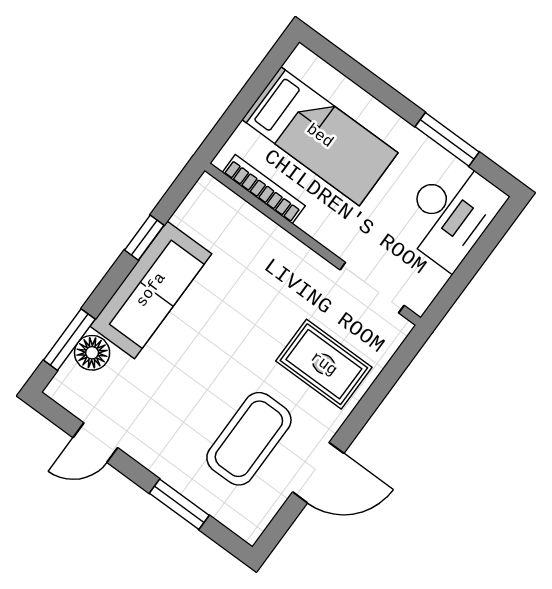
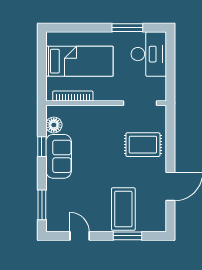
sofa: (151, 290) -> (59, 156), width x0.73
floor lamp: (92, 353) -> (54, 125), moved
coffee table: (249, 439) -> (123, 209), moved
door: (95, 443) -> (80, 236), swing flipped

